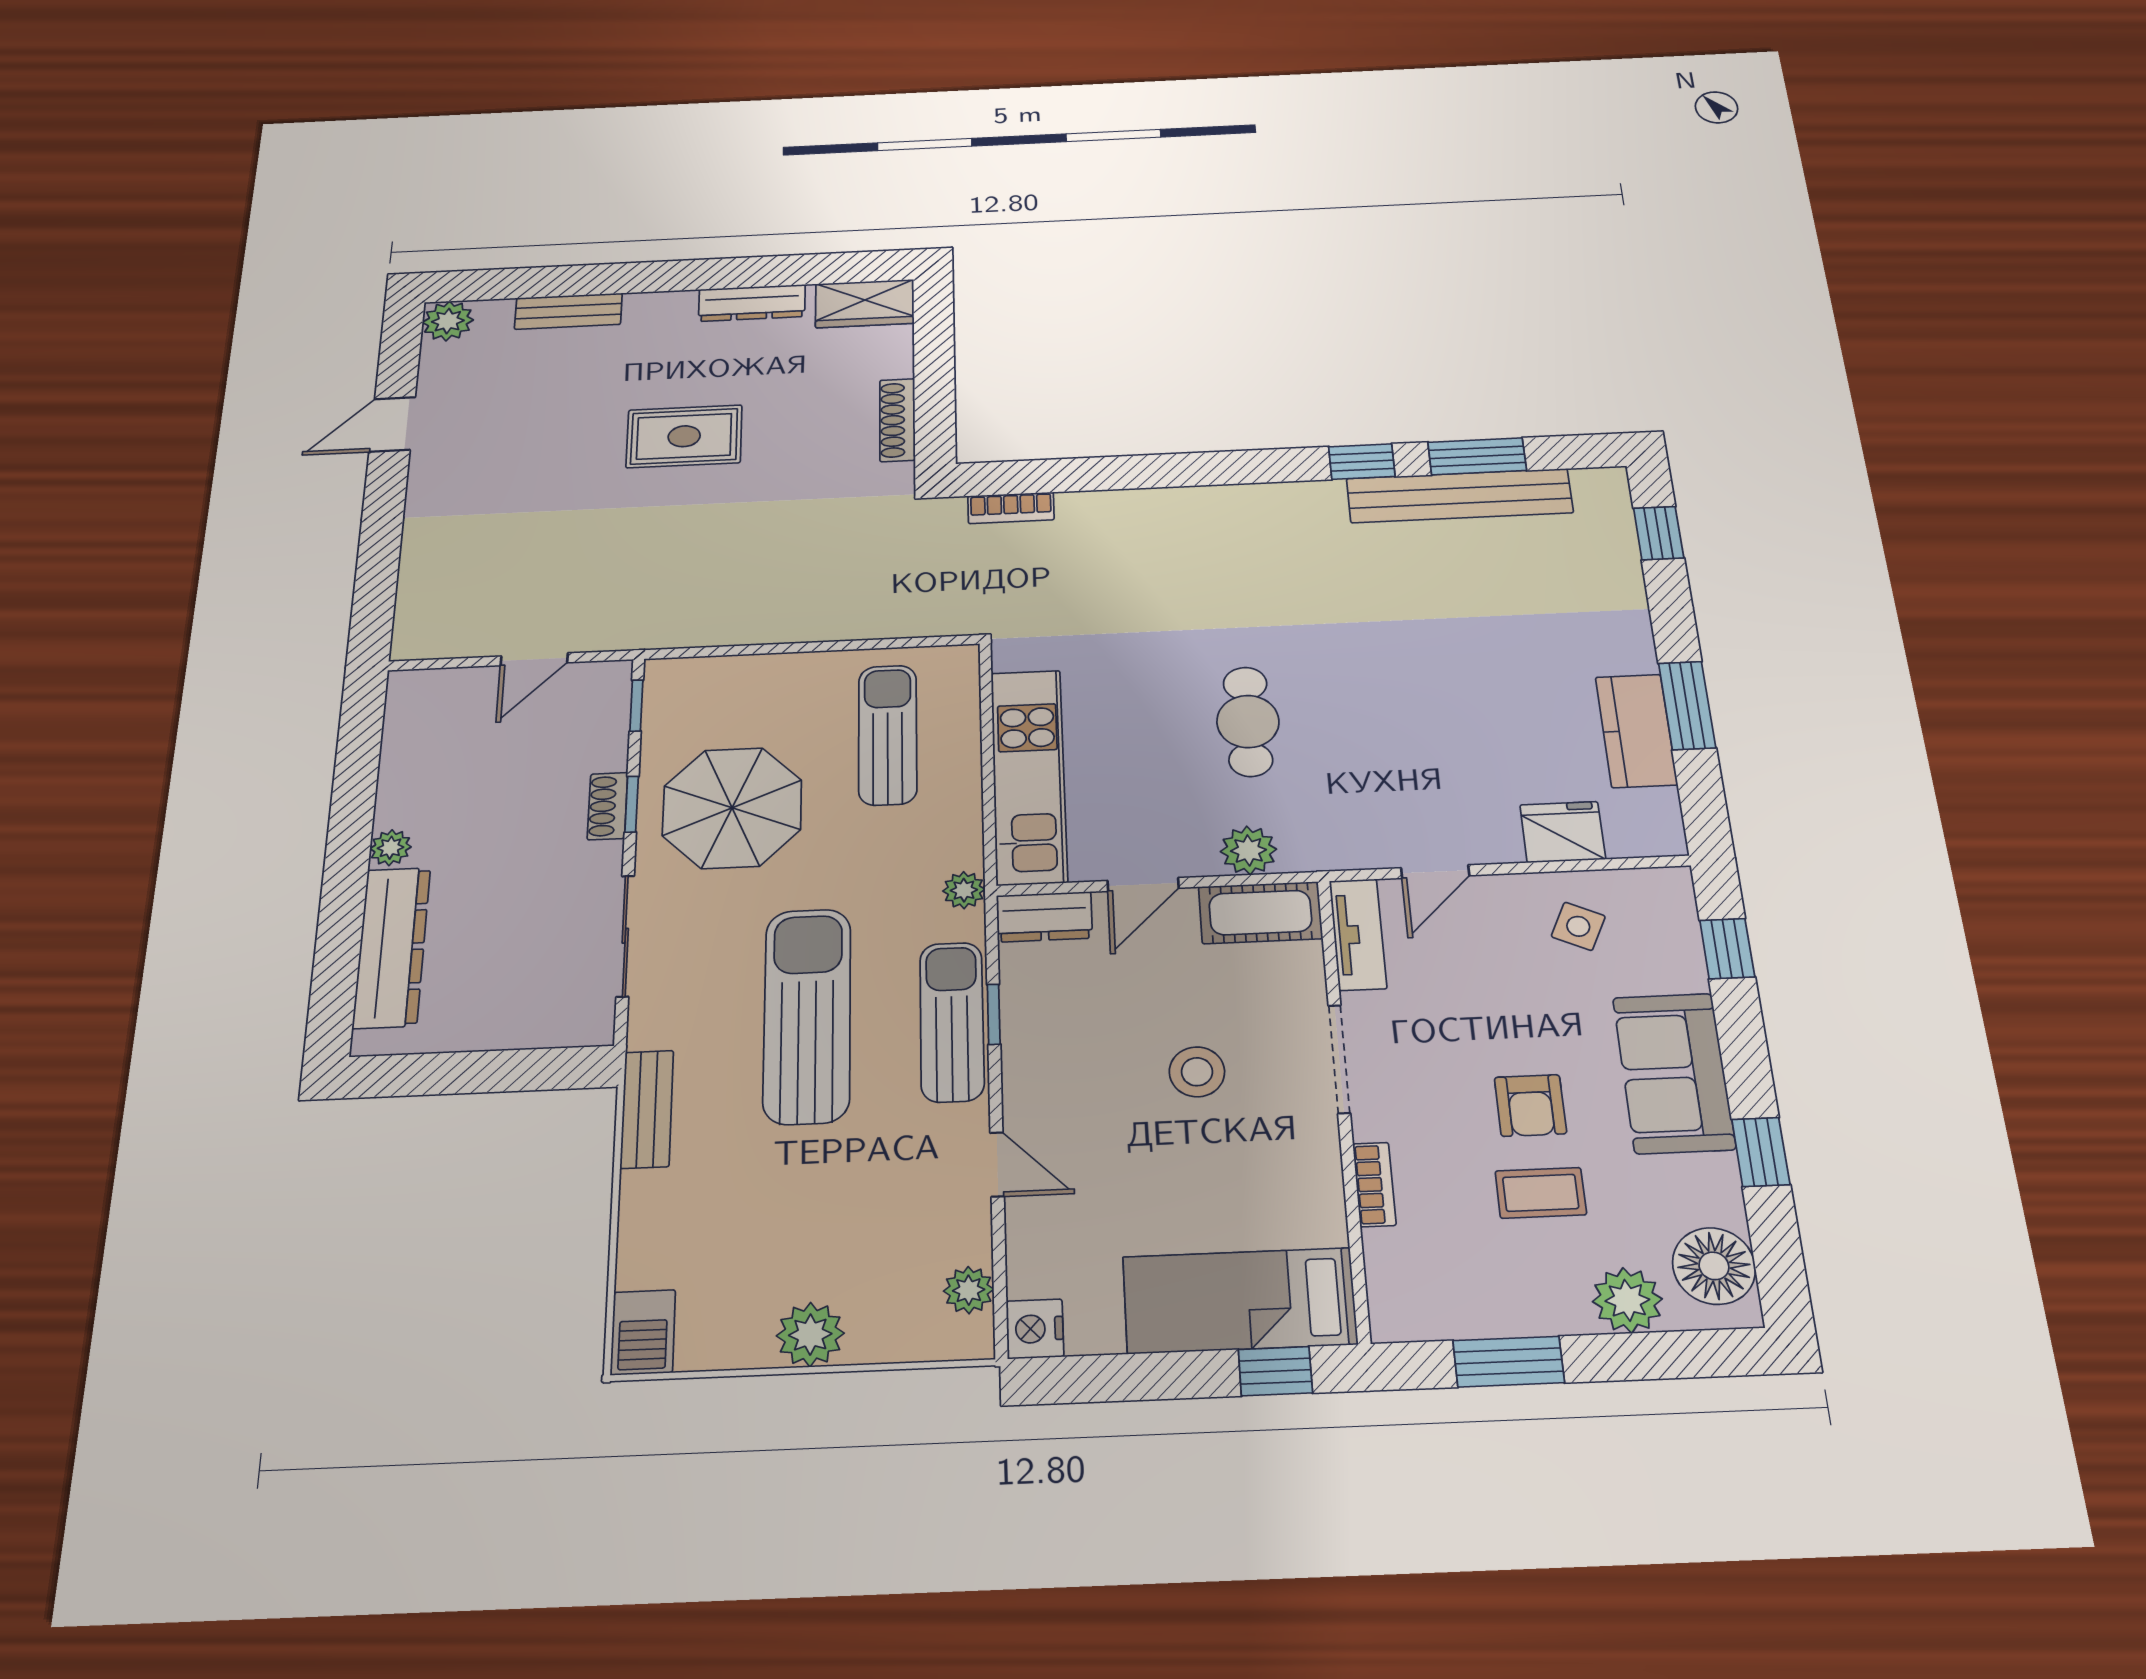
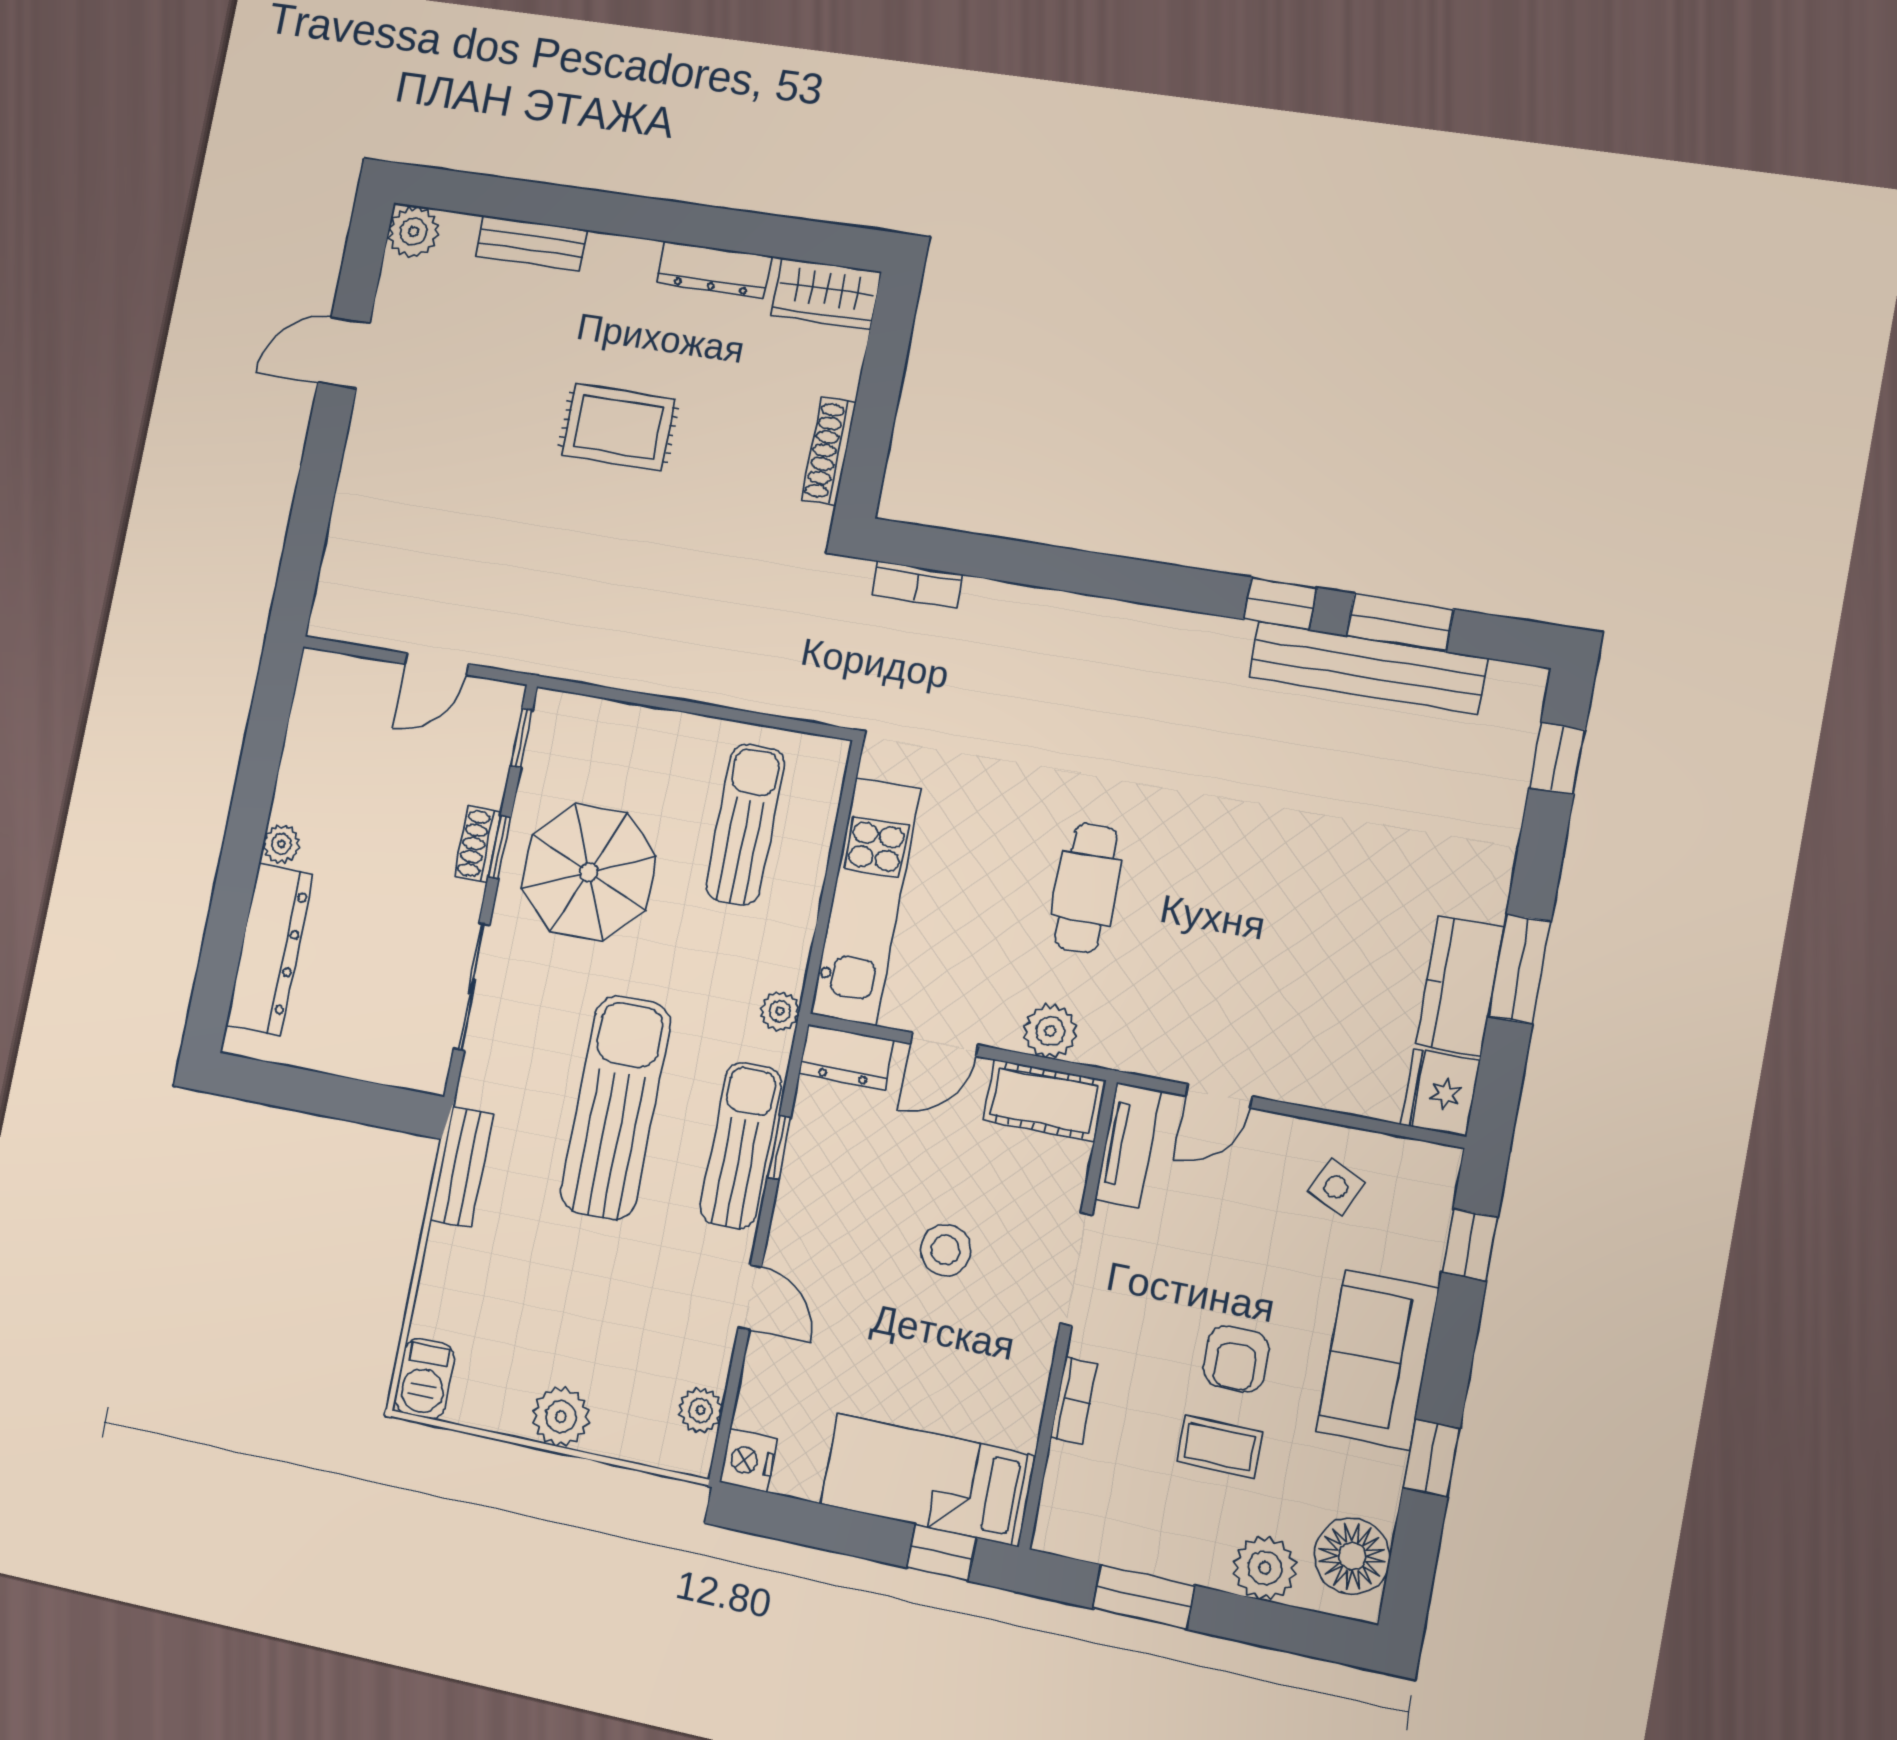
fridge: (1563, 832) -> (1440, 1093), moved, turned -90

